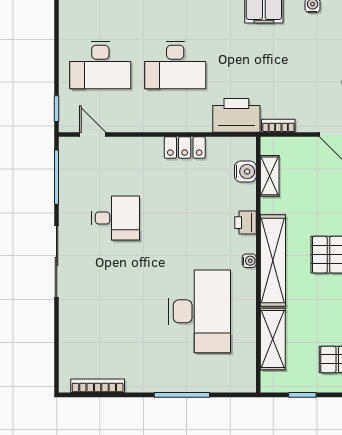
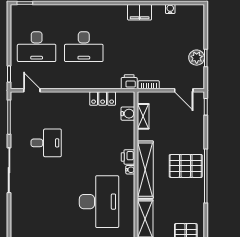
printer: (236, 115) -> (129, 82), width x0.53, depth x0.68
locker: (185, 148) -> (103, 99), moved
printer: (246, 223) -> (128, 157), moved

